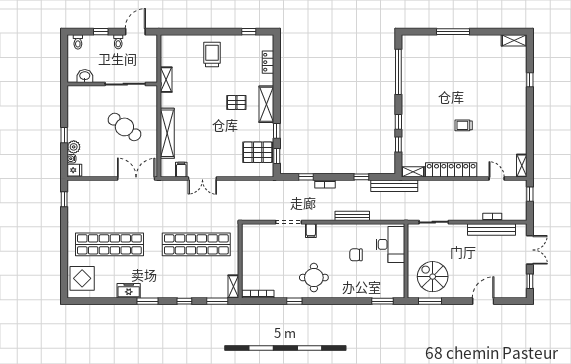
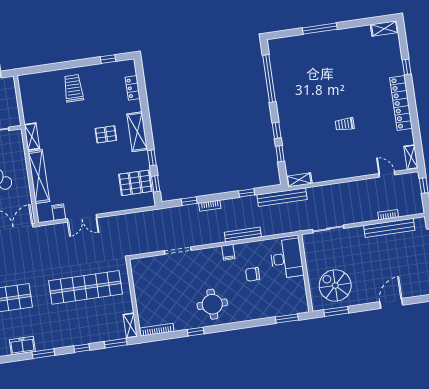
shelving: (166, 80) -> (32, 137), moved
locker: (451, 170) -> (401, 103), moved, turned -90
filing cabinet: (311, 231) -> (228, 252), moved

